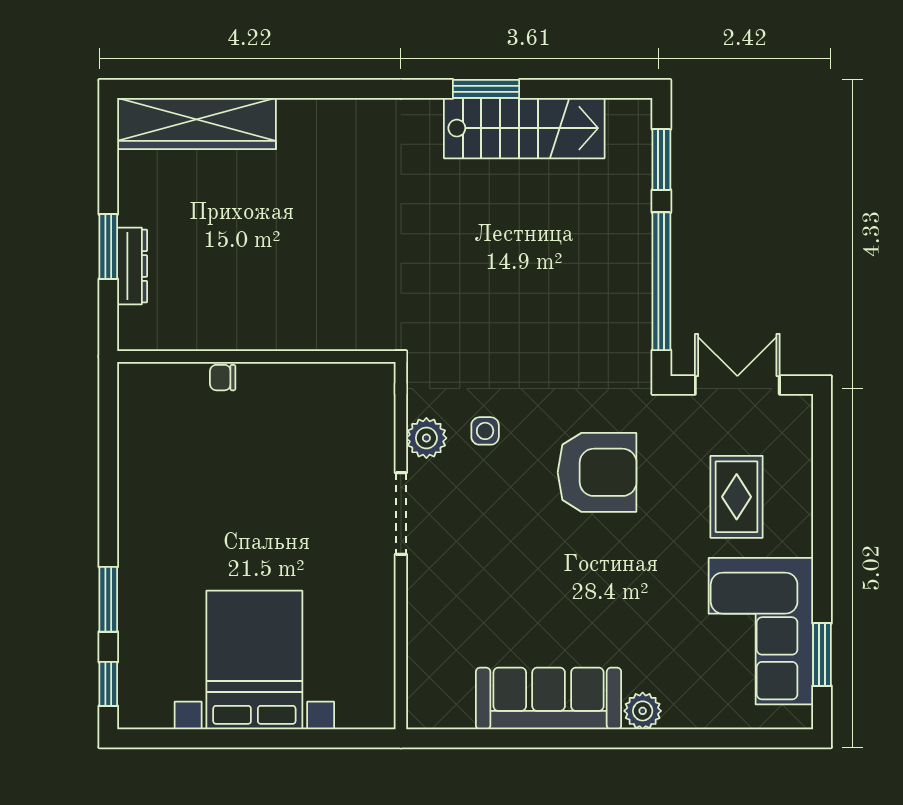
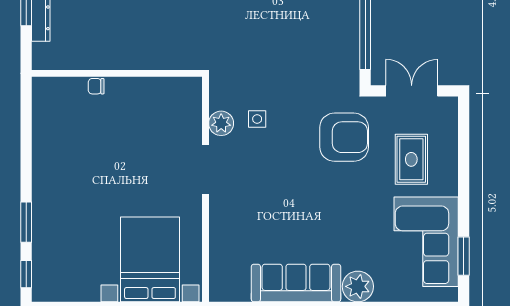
armchair: (597, 472) -> (344, 137), moved
bed with nightstands: (254, 660) -> (150, 259), moved
plant: (643, 711) -> (358, 286), width x1.36, depth x1.36

